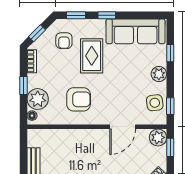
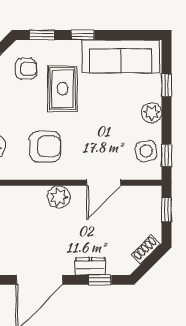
armchair: (64, 41) -> (26, 69), turned -90
plant: (158, 137) -> (59, 197), moved

